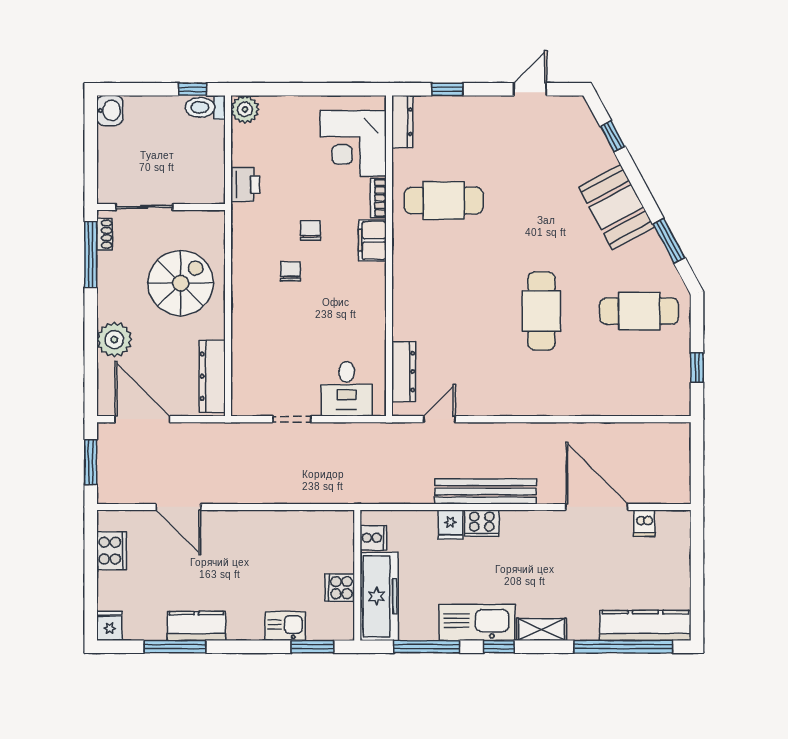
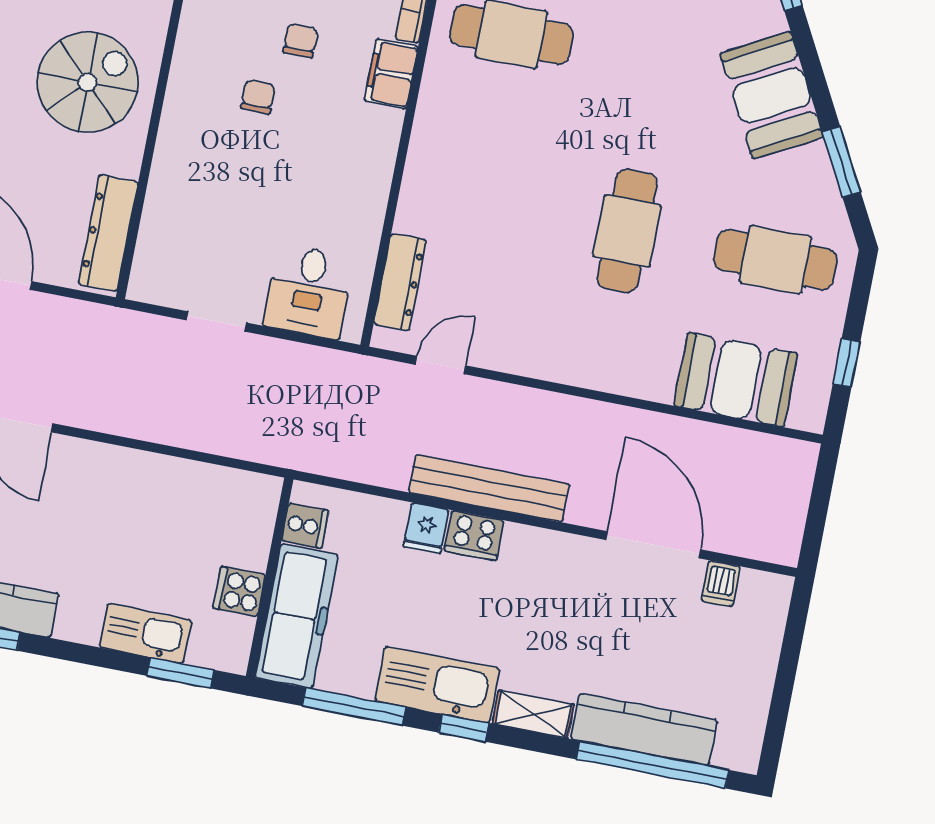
booth: (629, 392) -> (736, 380), added
kitchen counter: (645, 625) -> (644, 730), moved
kitchen sink: (285, 626) -> (145, 634), width x1.38

